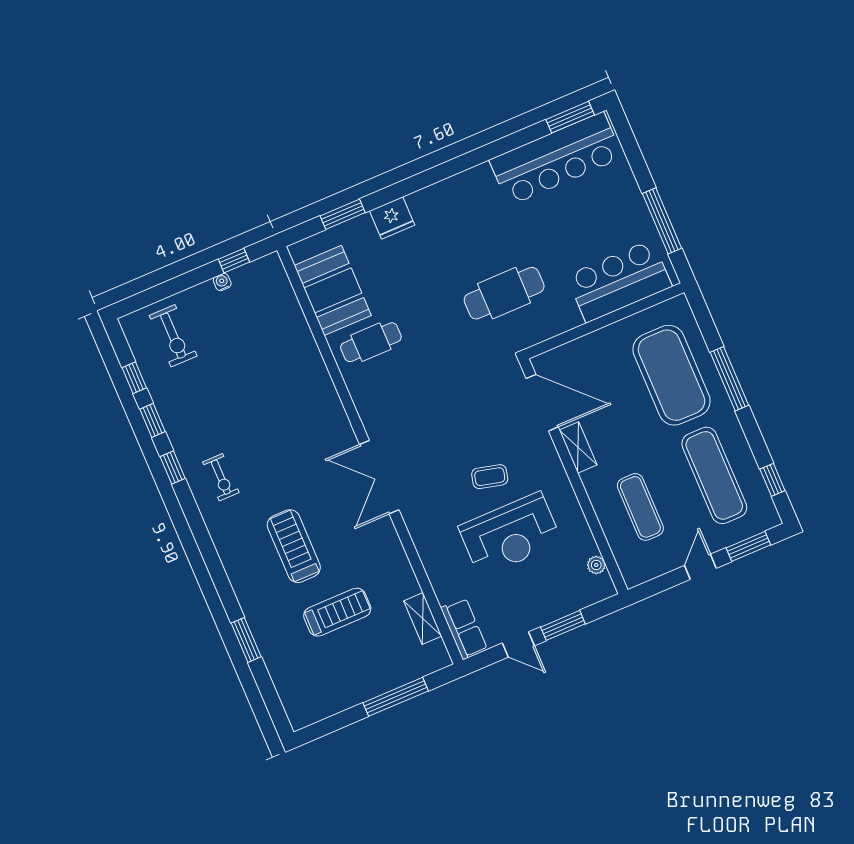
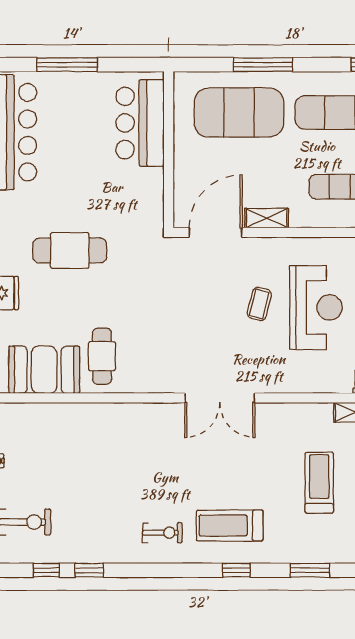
window: (662, 221) -> (67, 65), moved
cafe table: (504, 293) -> (70, 250), moved, turned 90
window: (173, 468) -> (236, 570), moved
treadmill: (294, 546) -> (230, 526), moved

